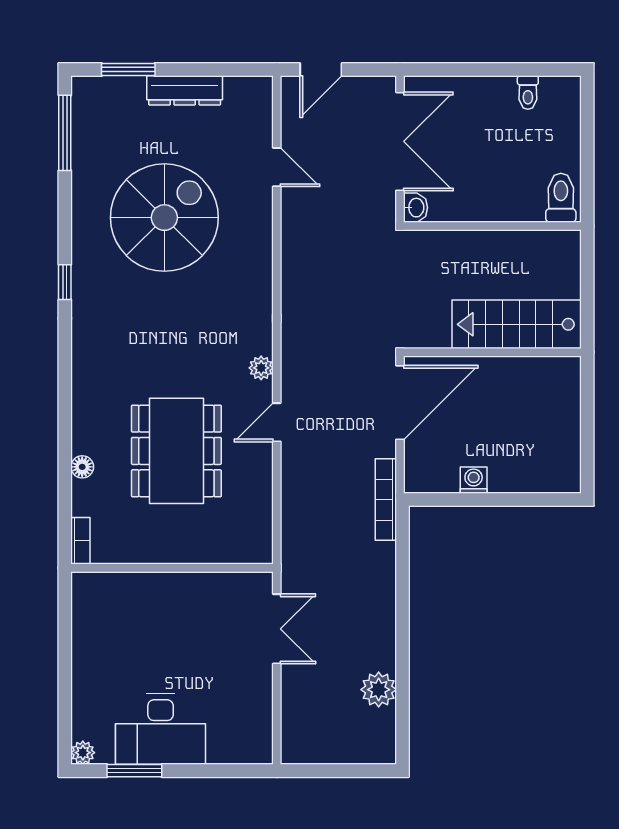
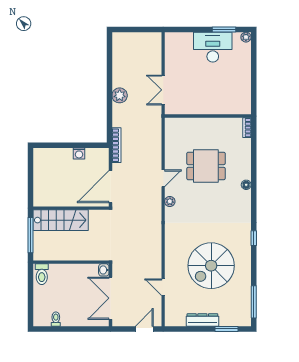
window: (587, 289) -> (30, 235), added
dining table: (176, 451) -> (206, 166), width x0.73
floor lamp: (82, 467) -> (246, 185), moved
plant: (379, 690) -> (120, 95), moved

